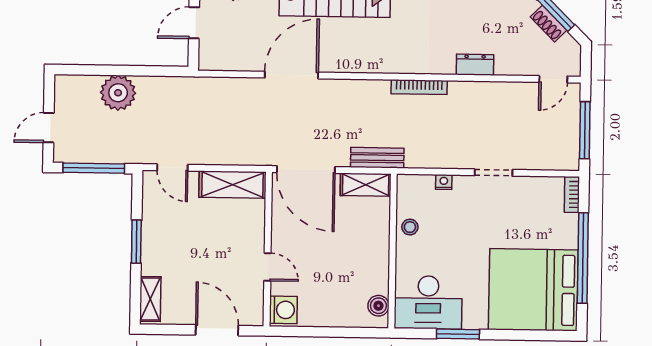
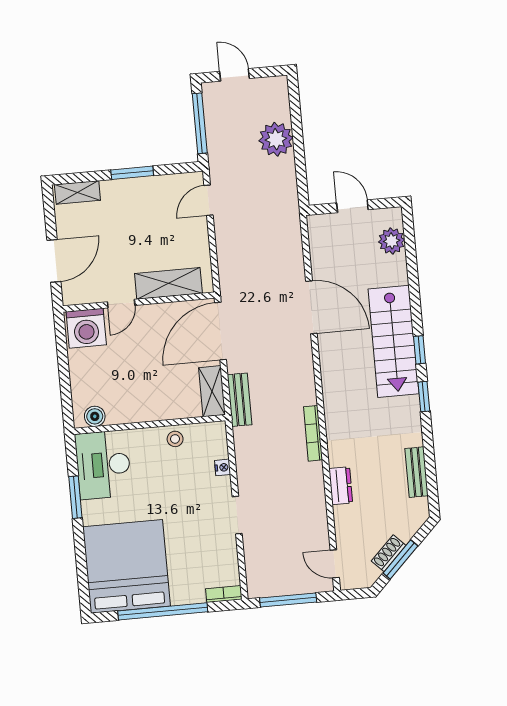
shelving: (233, 185) -> (168, 283), moved, turned 90
washing machine: (283, 310) -> (86, 328), width x1.37, depth x1.37

